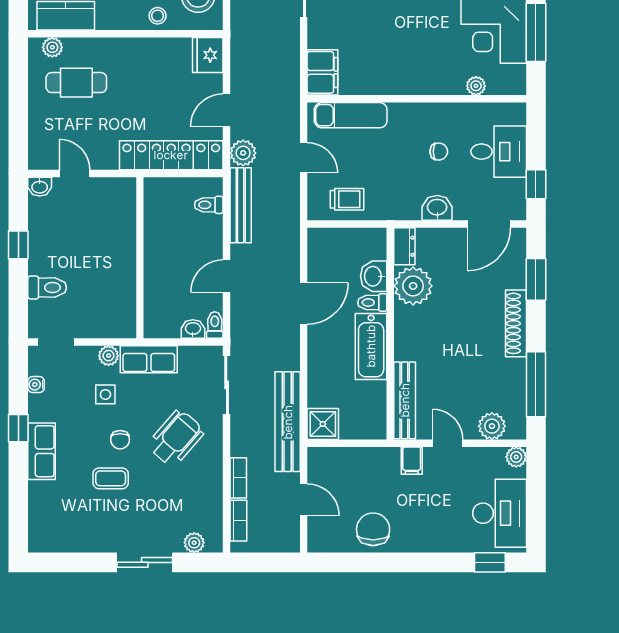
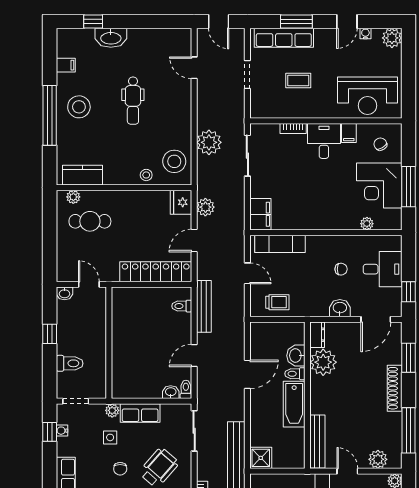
plant: (243, 153) -> (205, 207), moved
wall: (140, 258) -> (109, 343), moved
window: (18, 428) -> (50, 432), moved

